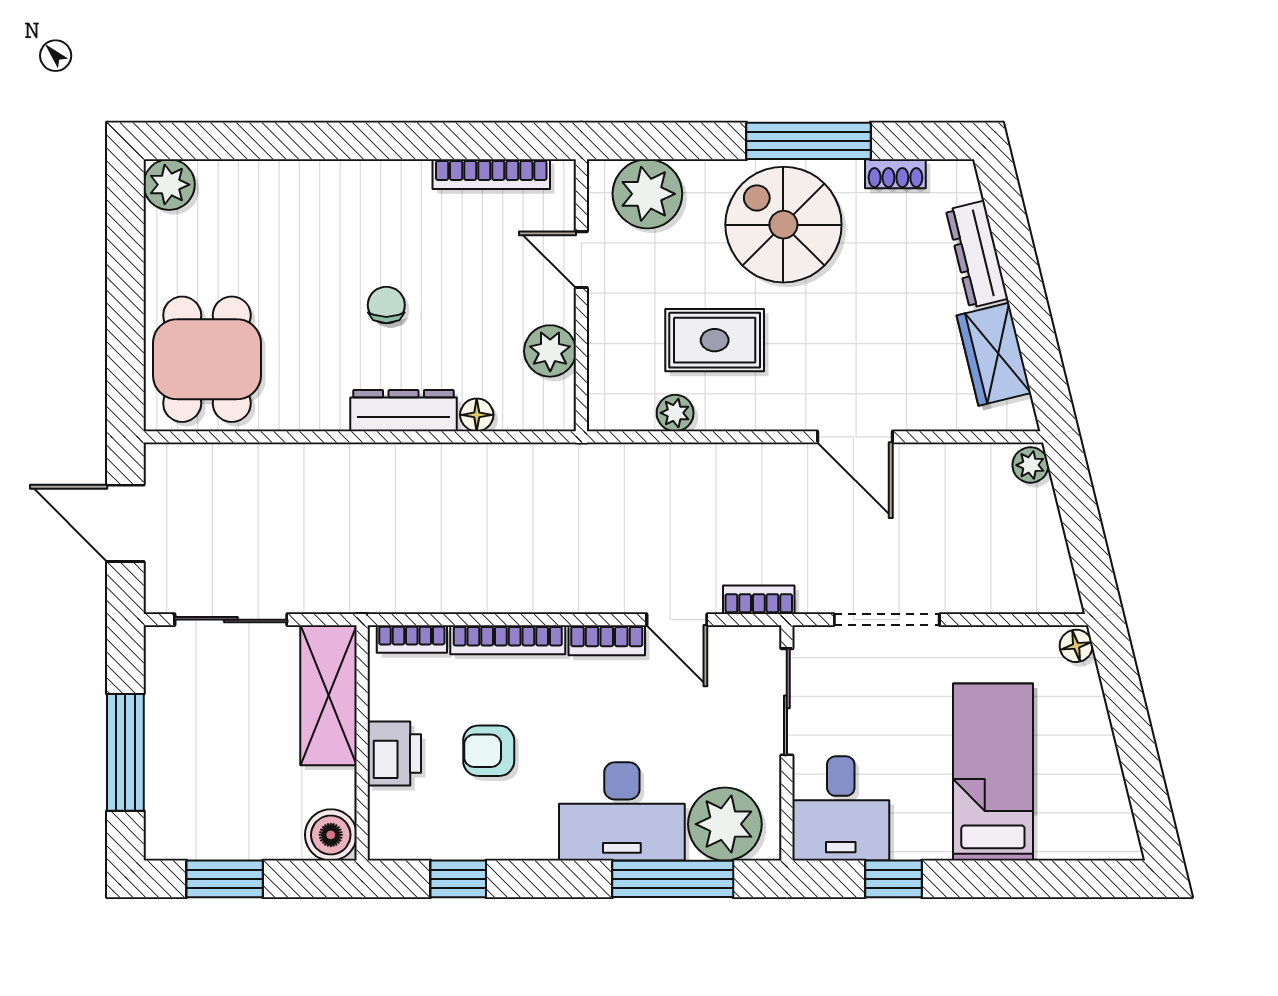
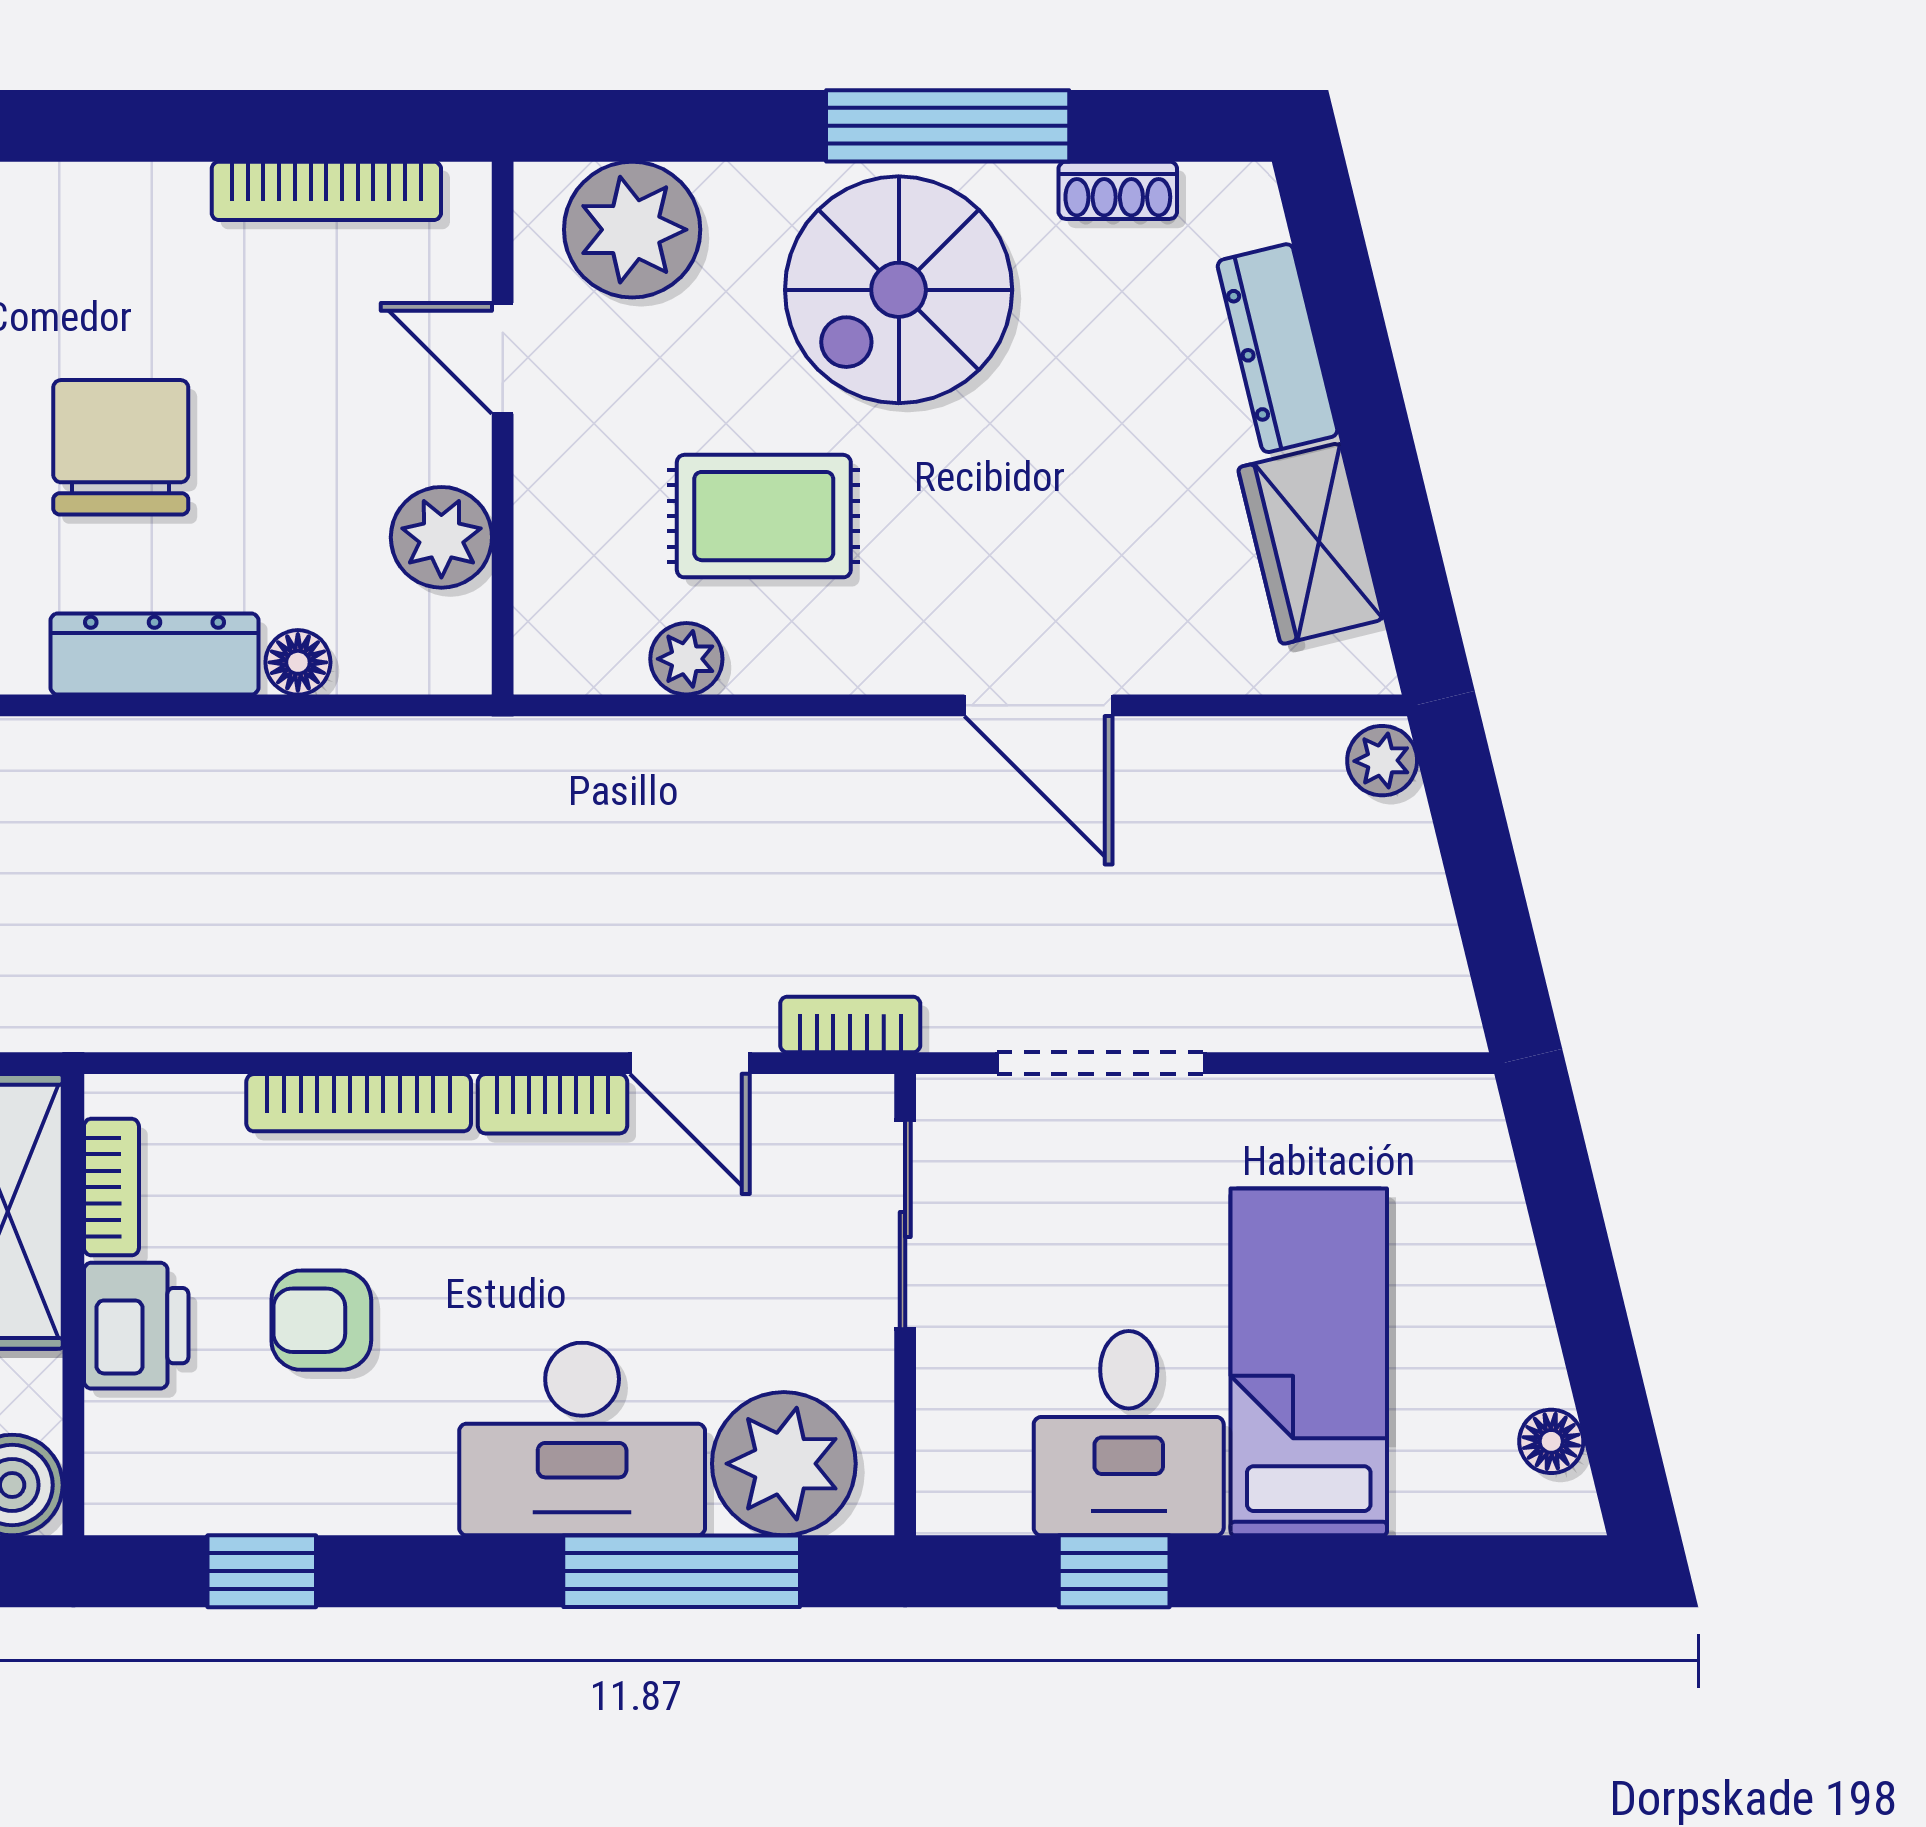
spiral stairs: (783, 225) -> (899, 290), turned -90
chair: (386, 305) -> (121, 447), width x1.87, depth x1.87
bookcase: (412, 639) -> (111, 1187), moved, turned -90
floor lamp: (1076, 646) -> (1551, 1441), moved
desk: (841, 808) -> (1129, 1433), moved

